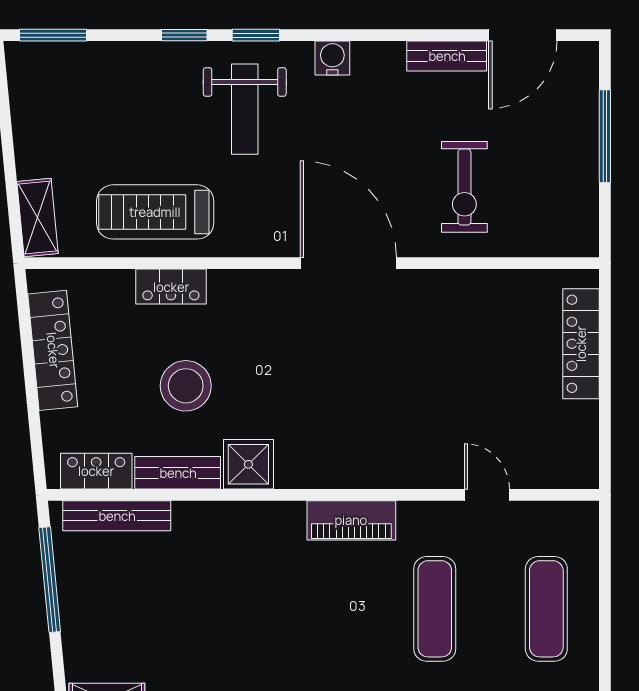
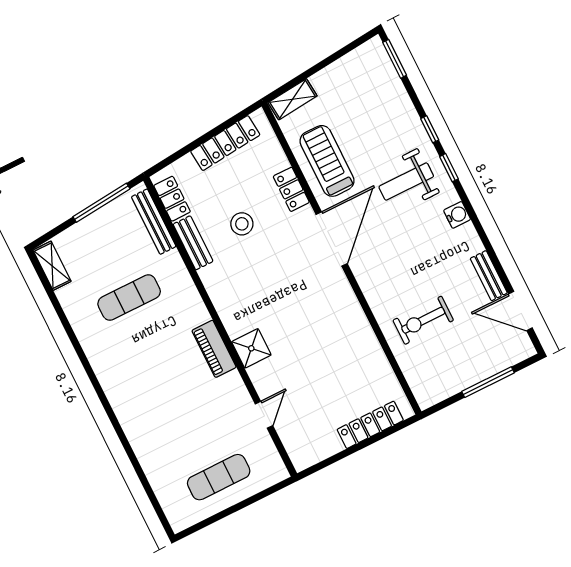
door: (348, 263) -> (332, 239), moved
stool: (186, 386) -> (242, 224), width x0.73, depth x0.73
shower: (248, 464) -> (251, 348), moved
exercise mat: (435, 609) -> (129, 297), moved

